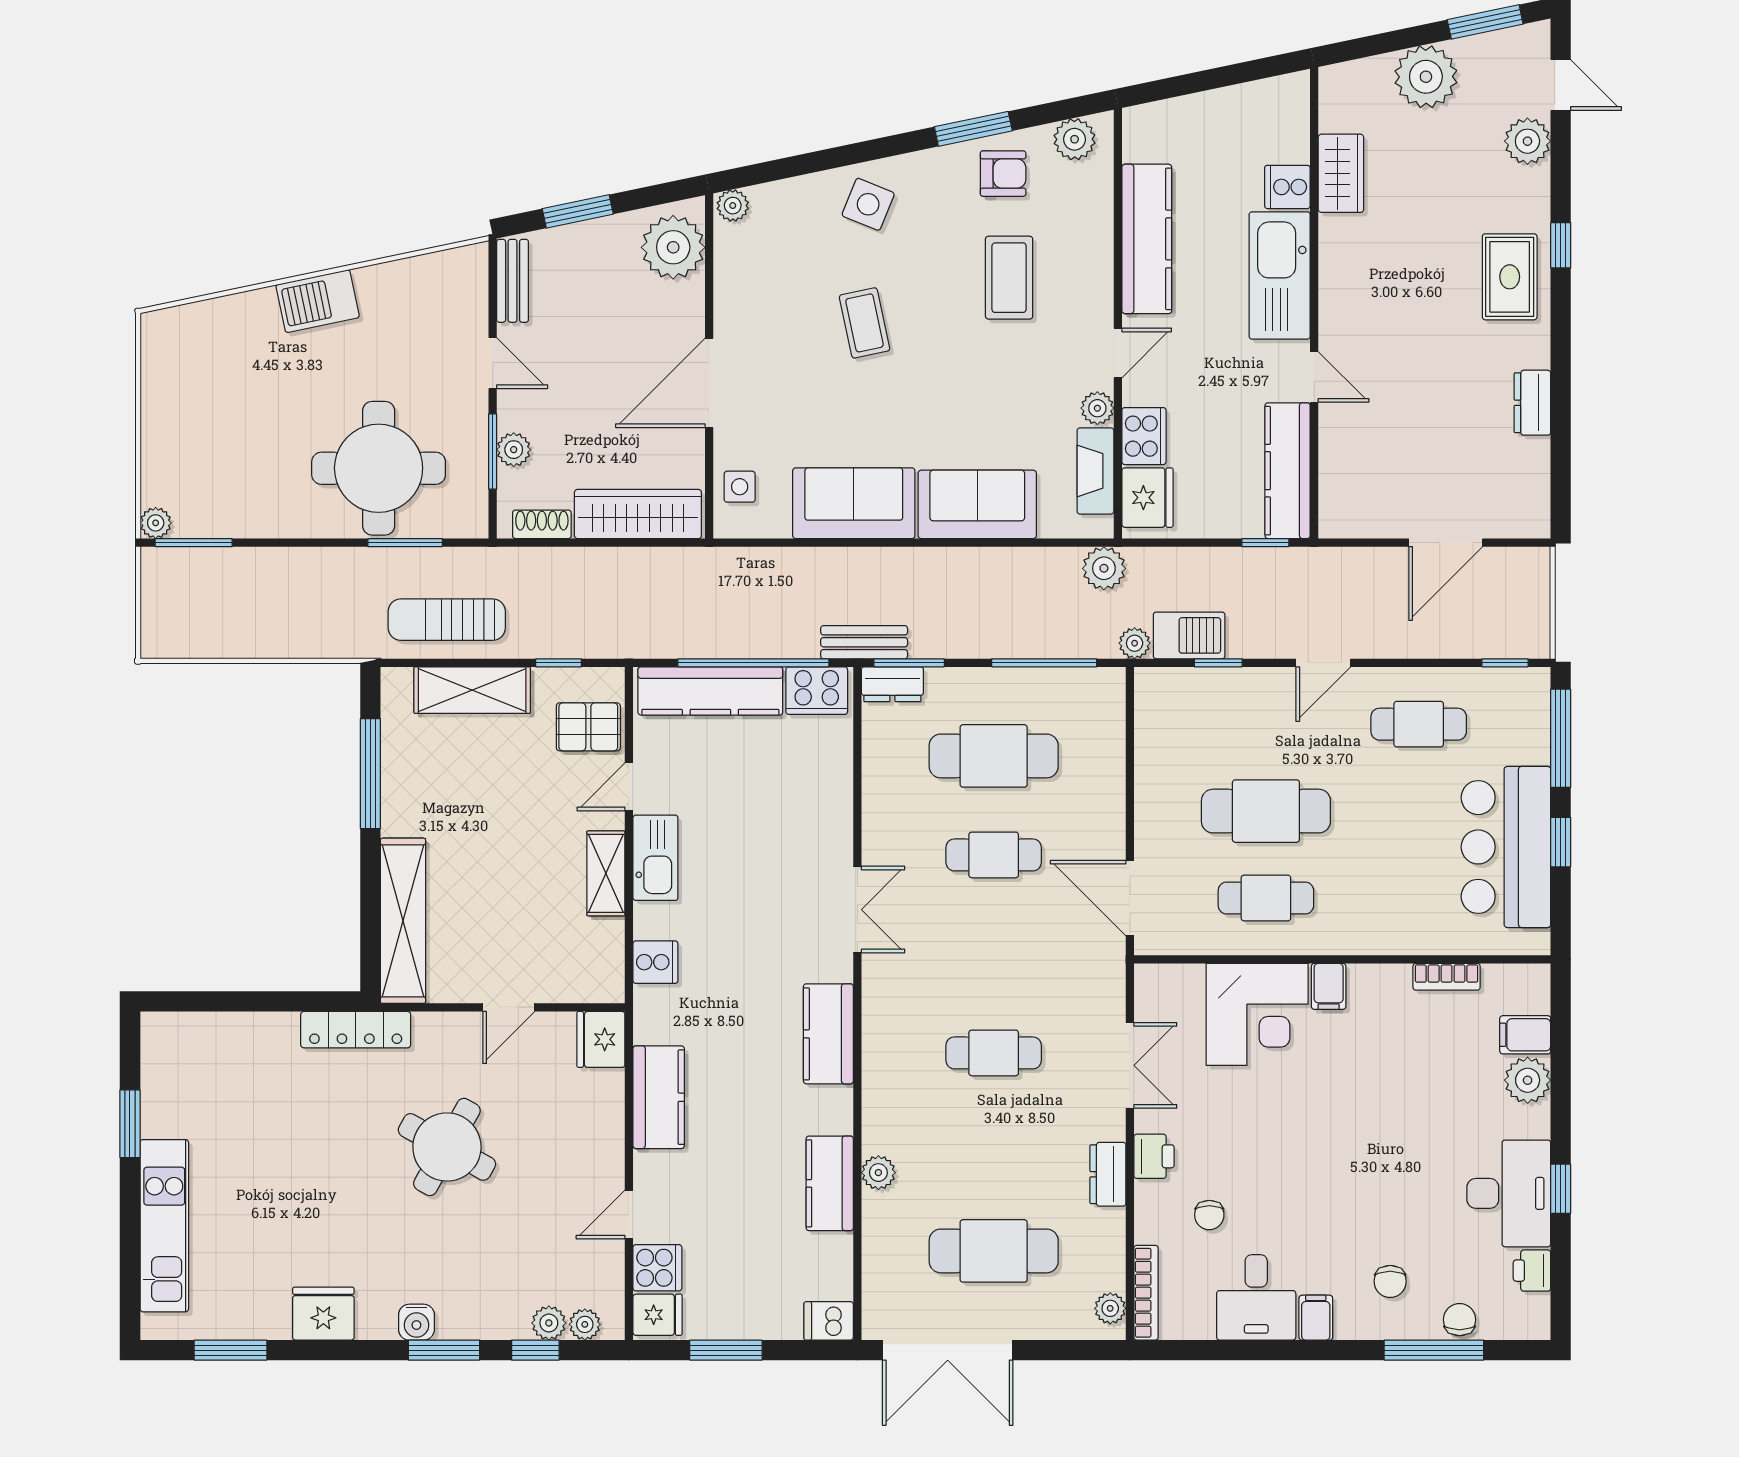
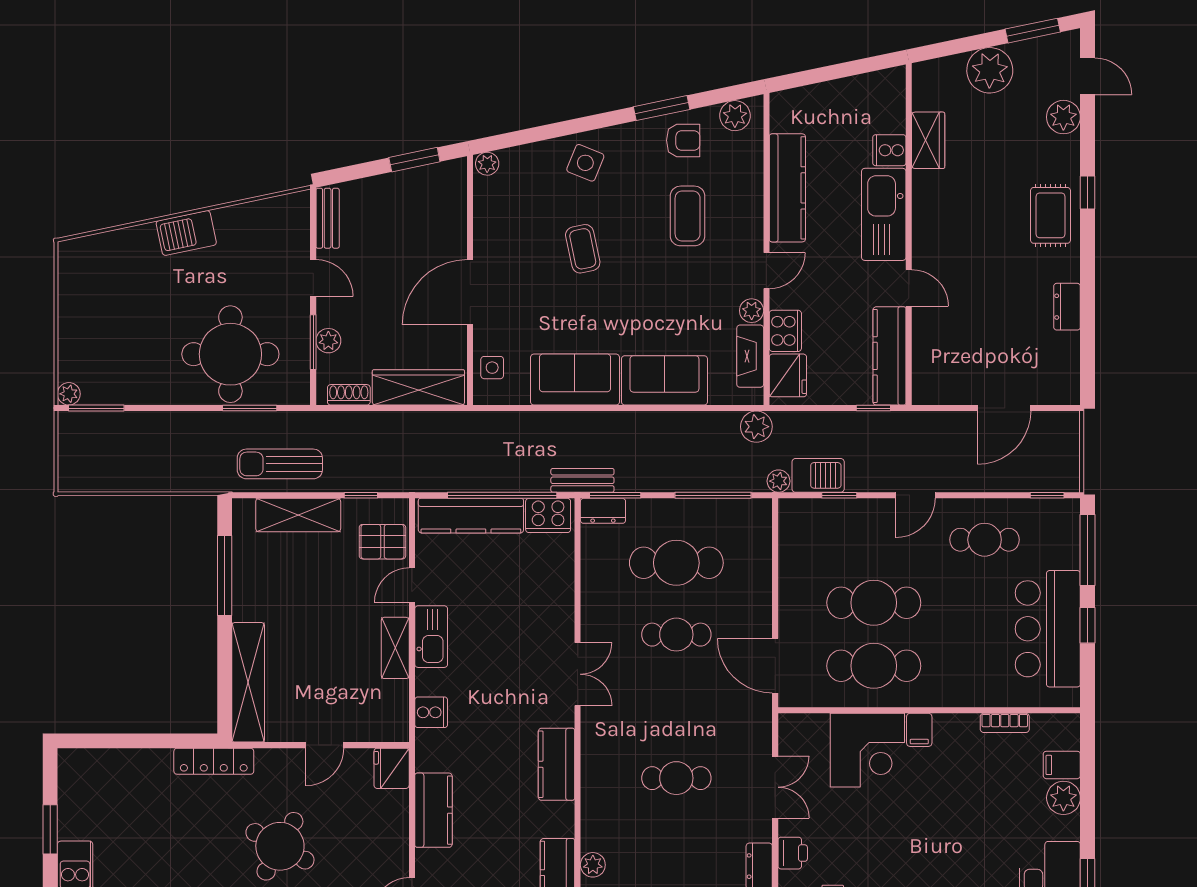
window: (578, 211) -> (414, 160), moved
plant: (673, 247) -> (444, 194), removed
cafe table: (1266, 898) -> (874, 666), width x1.37, depth x1.35

